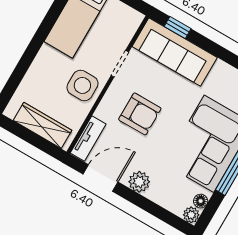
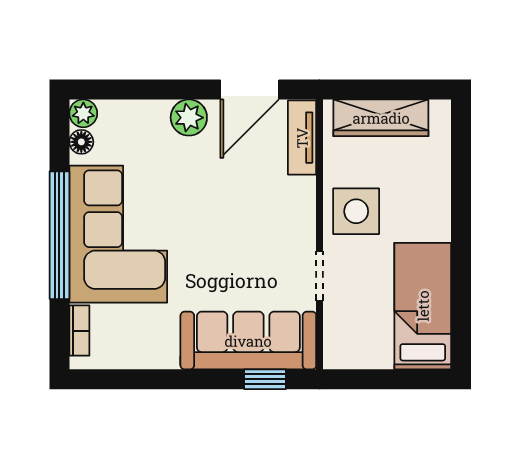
armchair: (140, 114) -> (246, 219), removed

